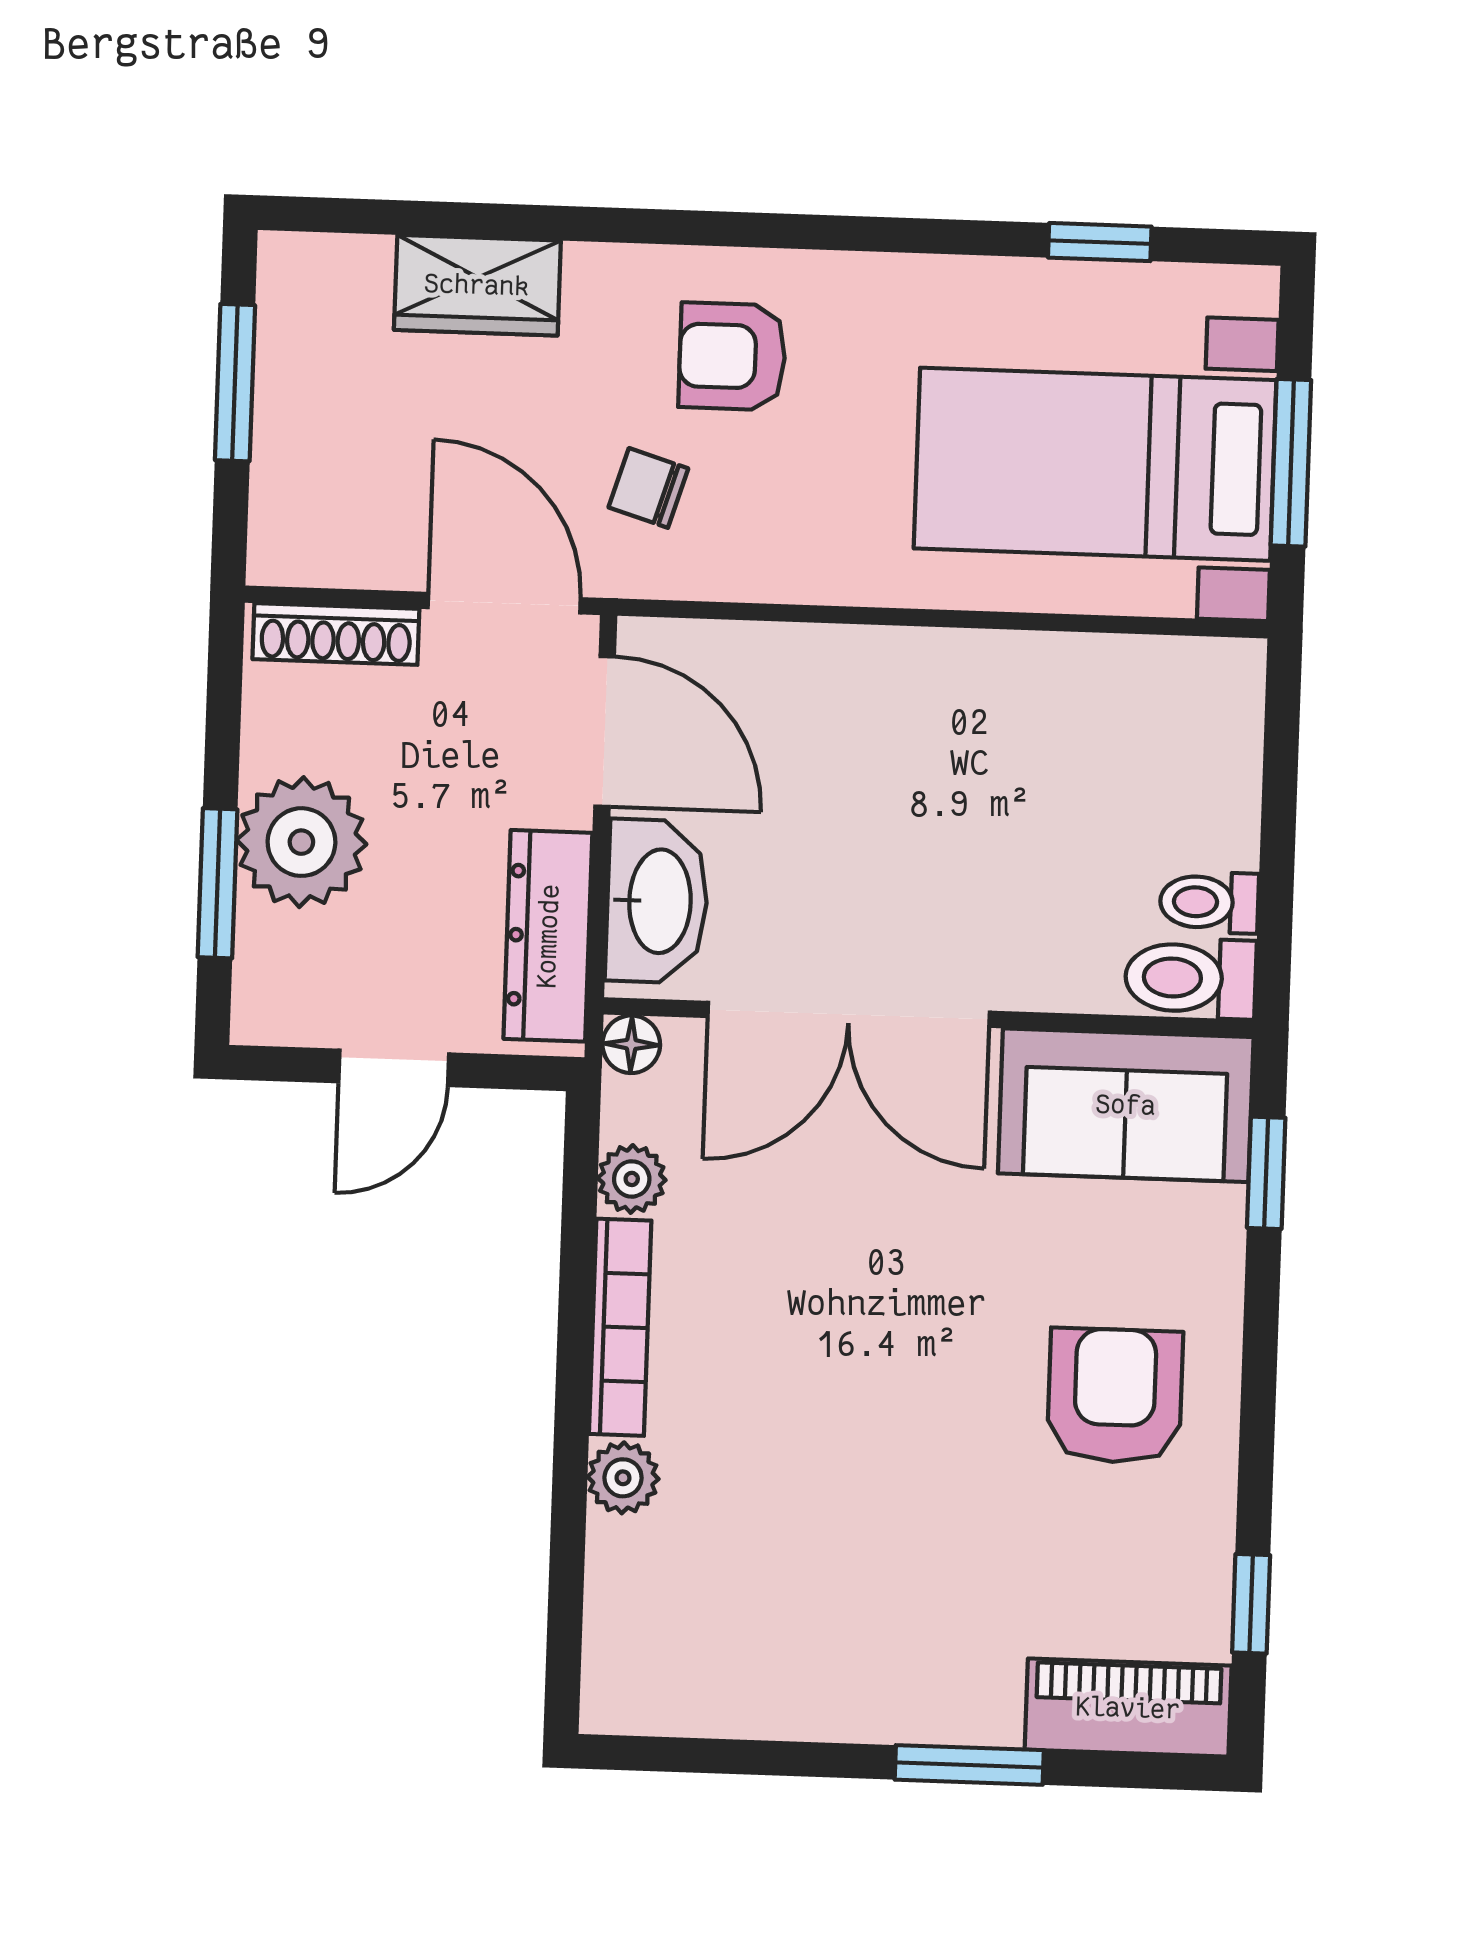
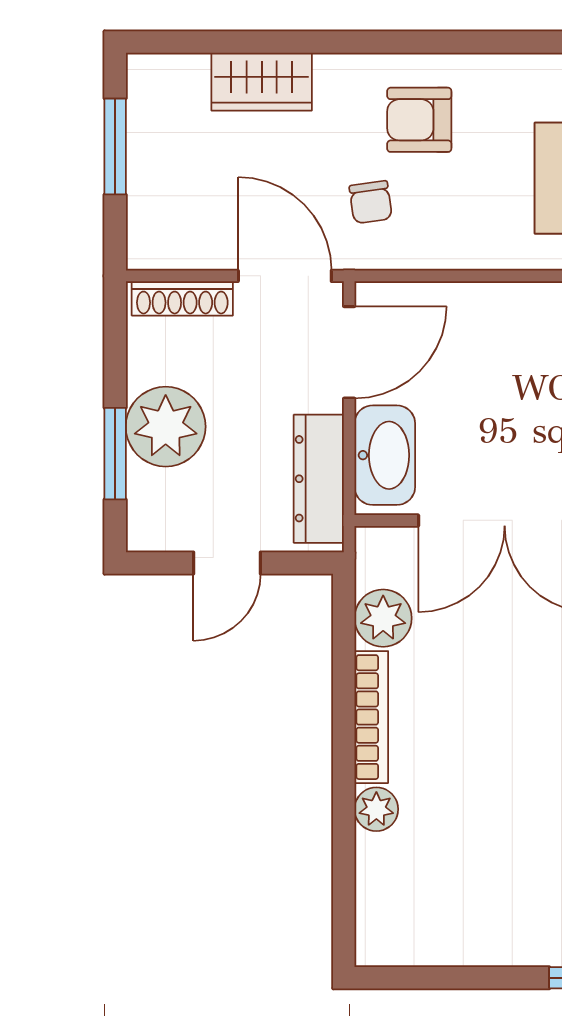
chair: (648, 488) -> (371, 202), turned -115
door: (605, 731) -> (349, 352), hinge flipped
floor lamp: (631, 1044) -> (372, 543), removed
plant: (632, 1179) -> (383, 618), width x1.38, depth x1.38

